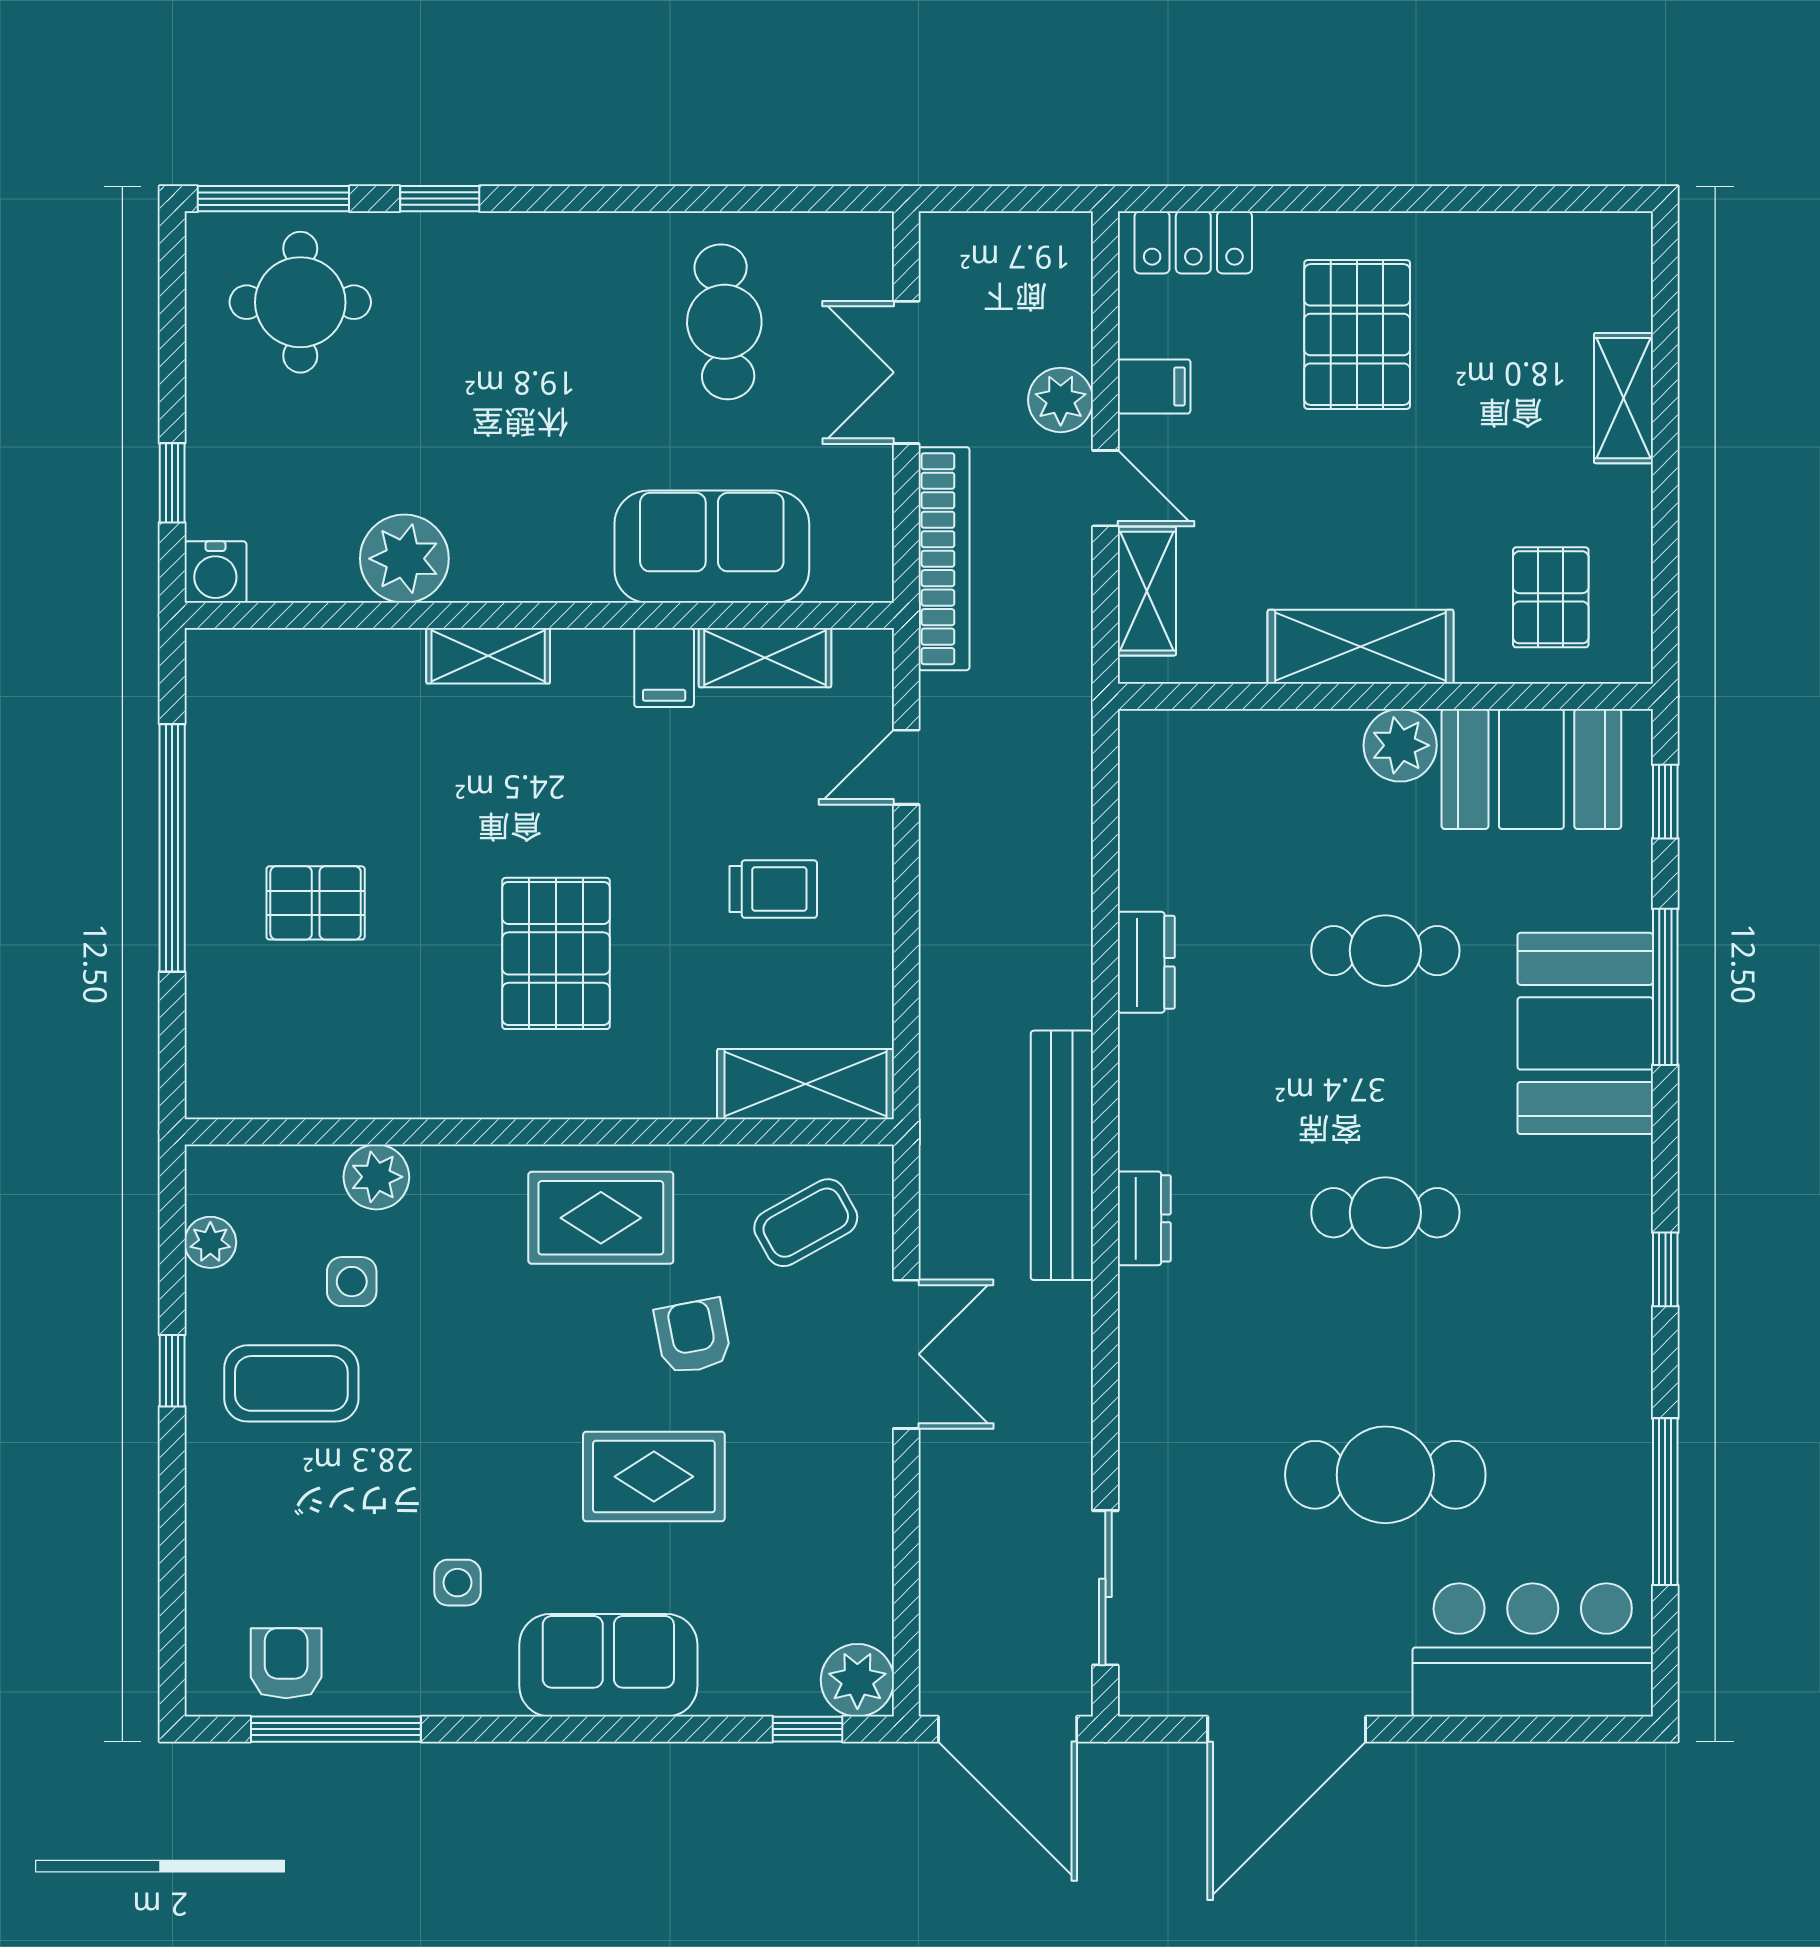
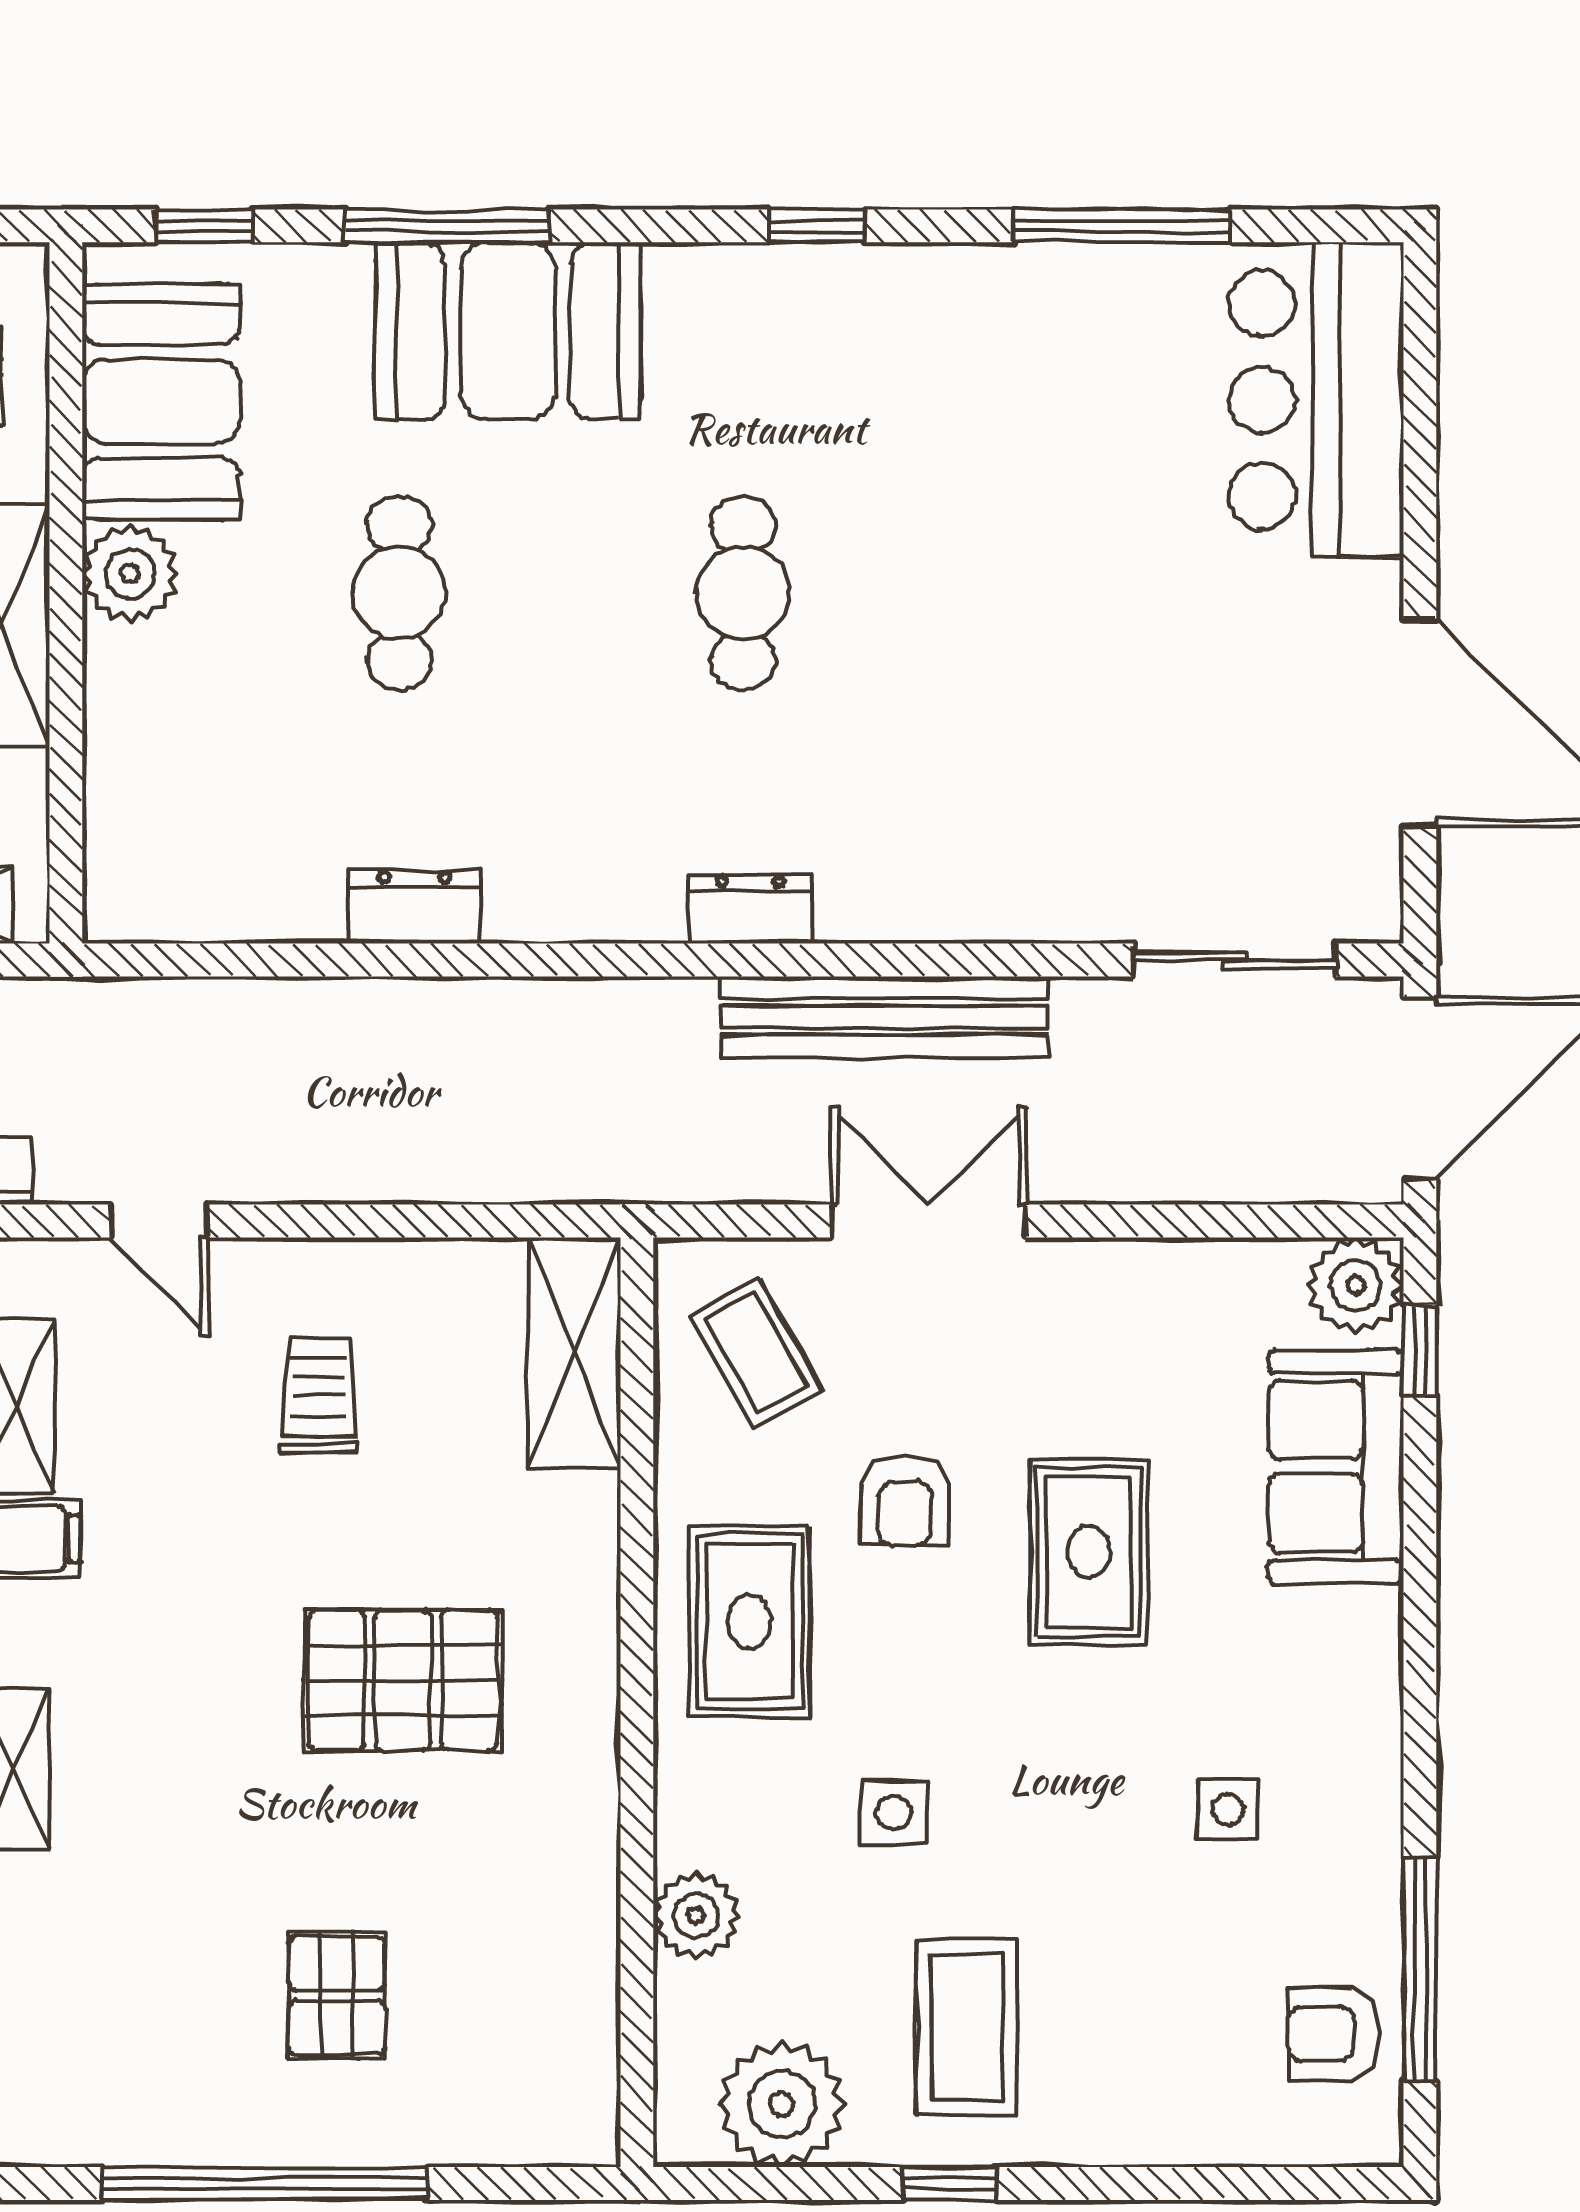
bench: (1062, 1155) -> (885, 1017), moved
plant: (210, 1242) -> (782, 2104), width x1.88, depth x1.88
side table: (352, 1282) -> (894, 1813), moved
armchair: (693, 1336) -> (905, 1501), turned -78
cafe table: (1385, 1475) -> (1087, 593), removed
sofa: (608, 1665) -> (1336, 1467), moved

